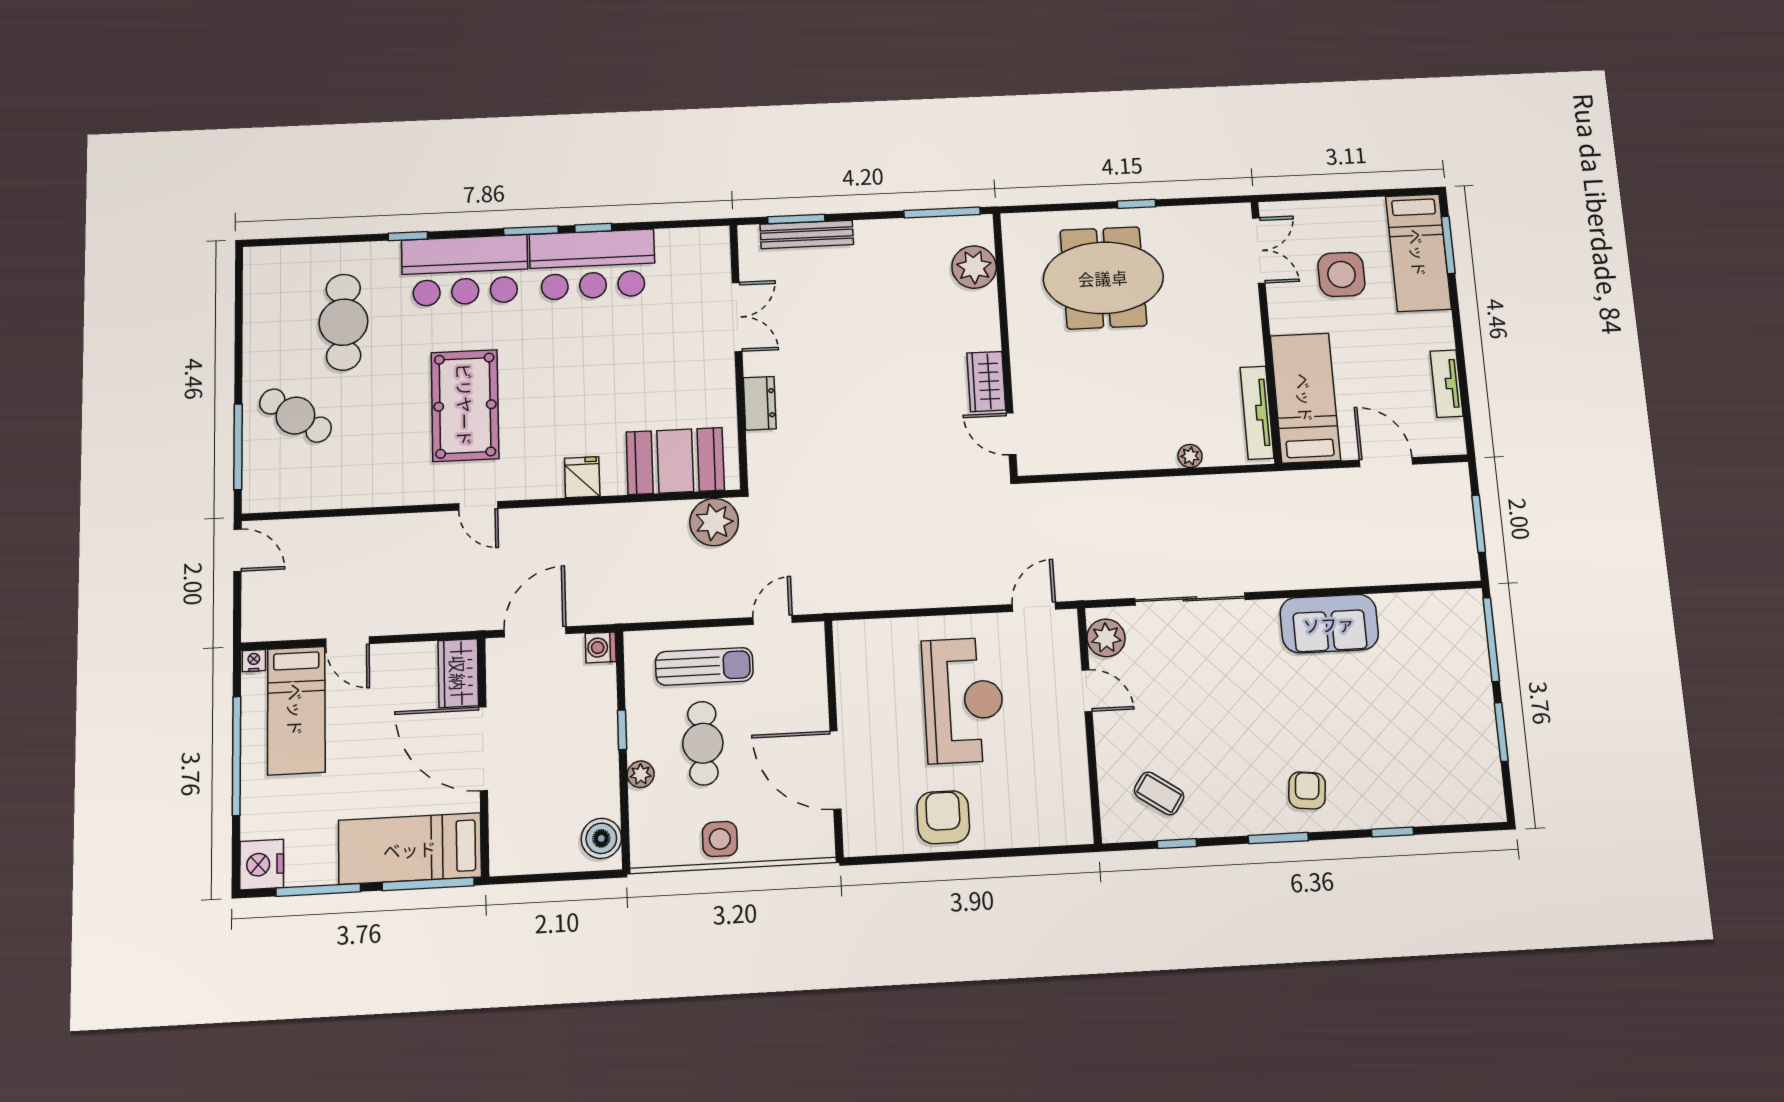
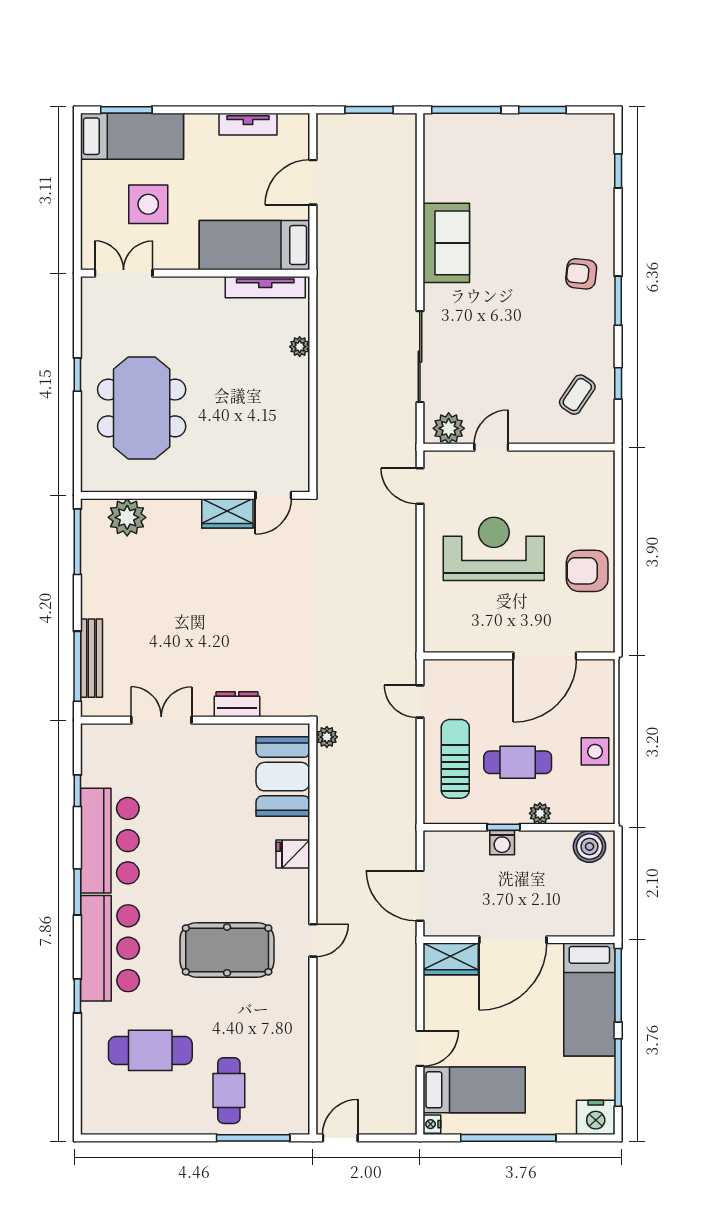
window: (796, 219) -> (77, 666), width x1.44
window: (593, 228) -> (77, 791), moved
cafe table: (295, 416) -> (229, 1091), turned -34
plant: (714, 522) -> (327, 737), width x0.53, depth x0.53
washing machine: (601, 647) -> (502, 843), moved
window: (1392, 832) -> (618, 171), moved

